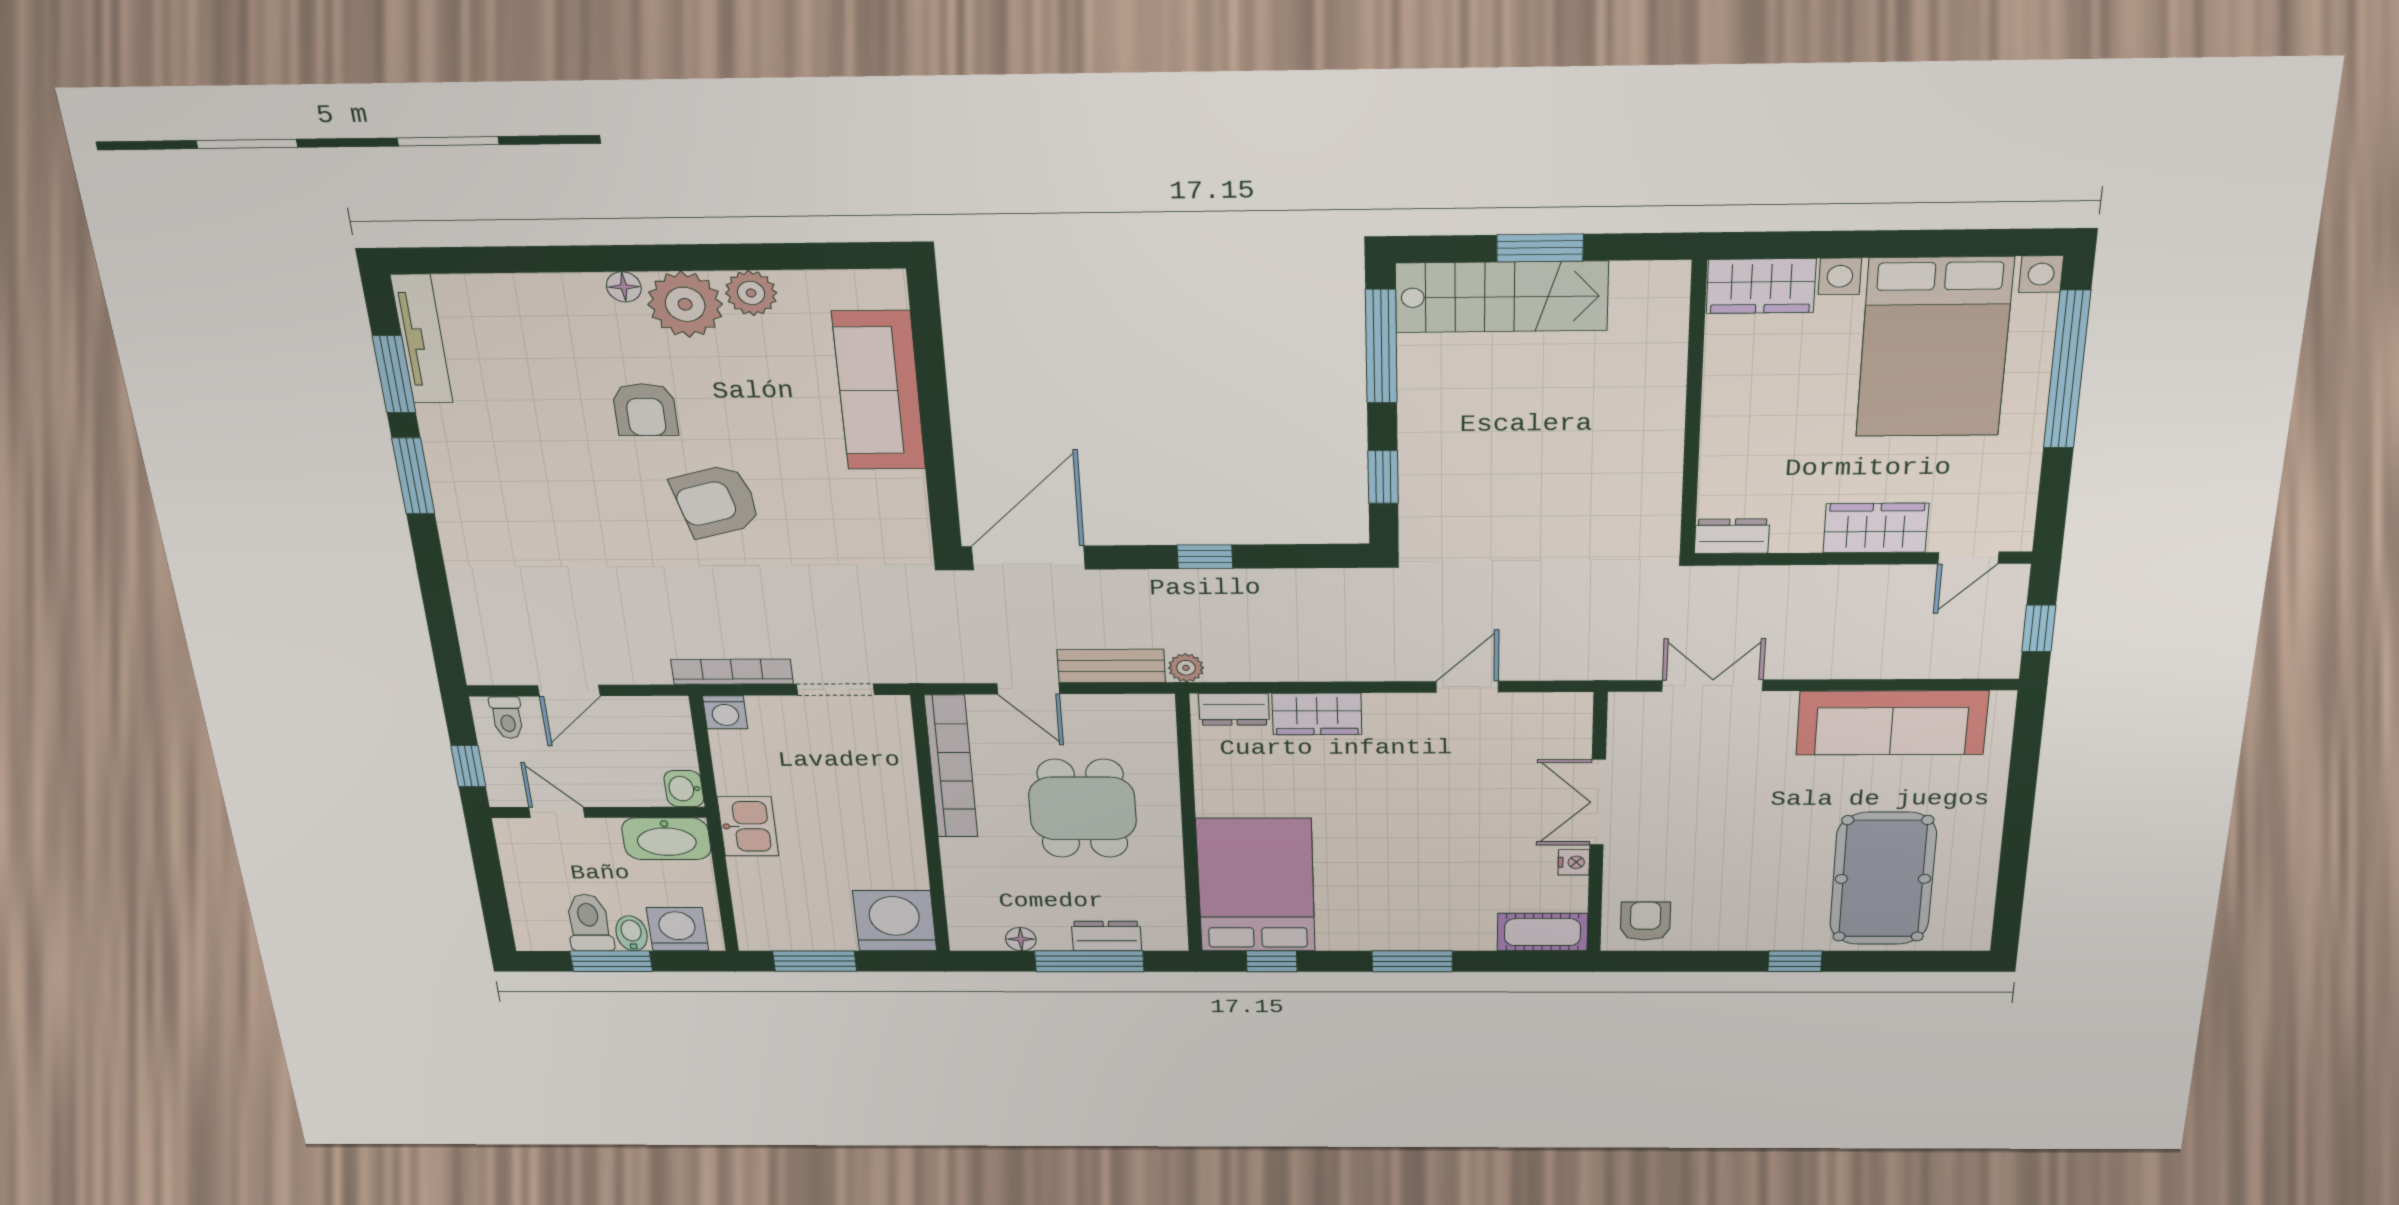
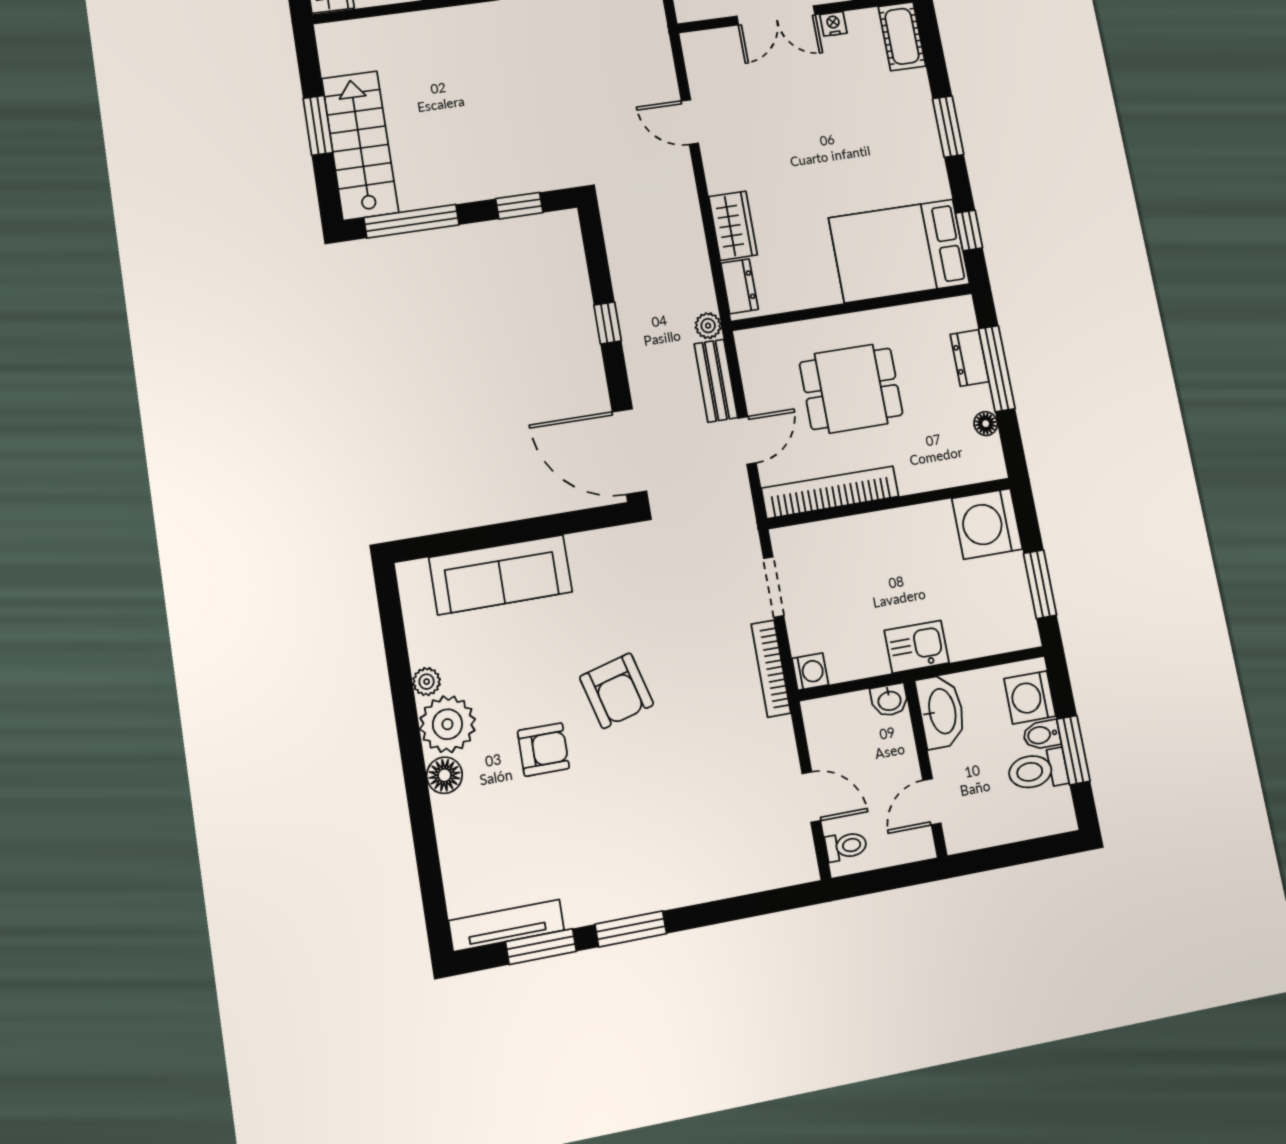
floor lamp: (624, 287) -> (444, 775), width x1.37, depth x1.37
plant: (751, 293) -> (427, 682), width x0.73, depth x0.73
window: (468, 766) -> (899, 876), removed

